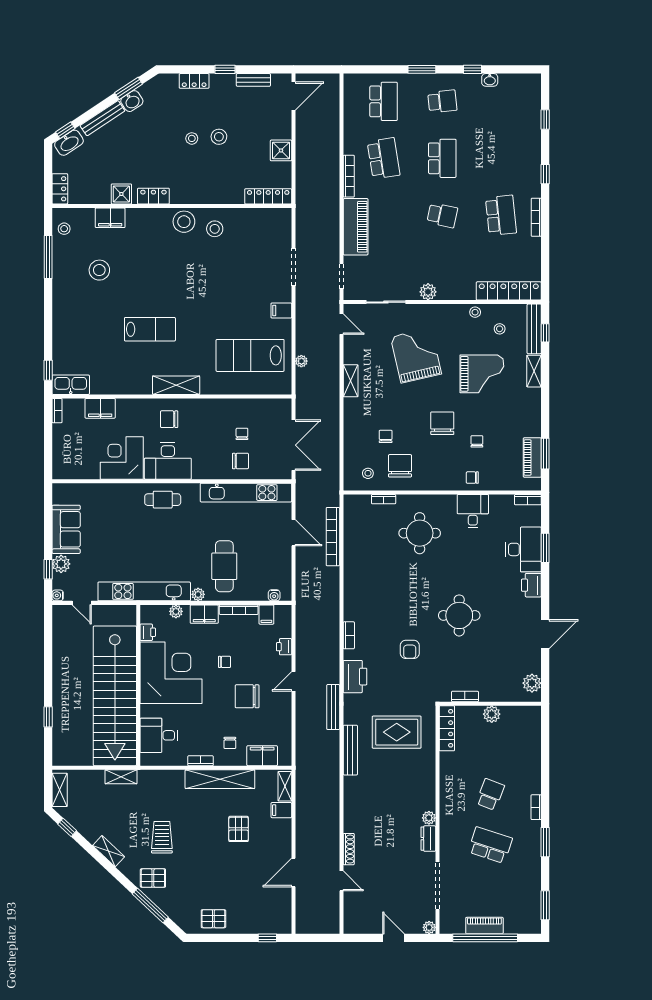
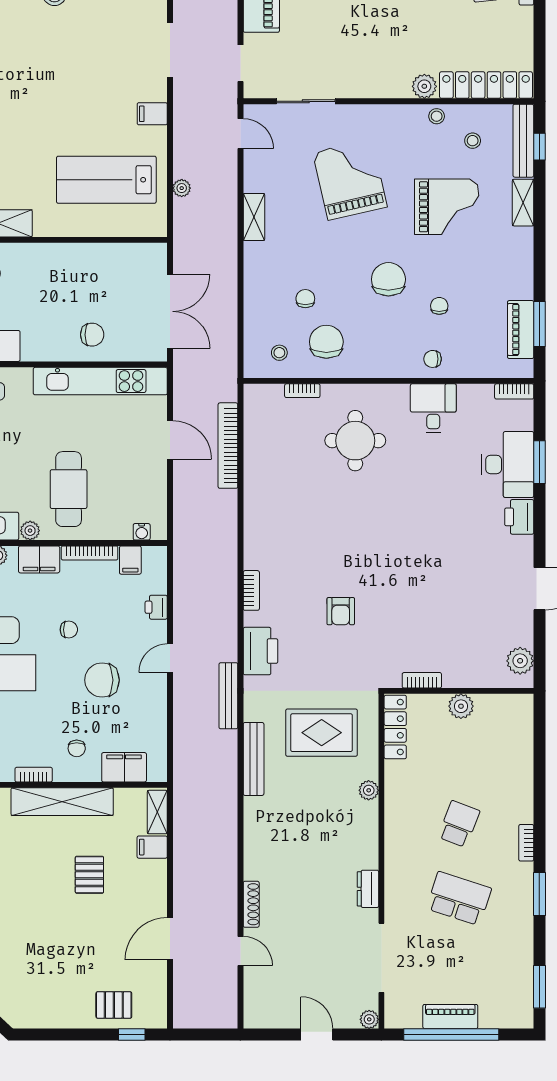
plant: (428, 292) -> (424, 86), moved
chair: (242, 434) -> (94, 295), removed
round table: (459, 615) -> (413, 561), removed
plant: (429, 818) -> (369, 790), moved
pallet: (213, 919) -> (114, 1005), moved

